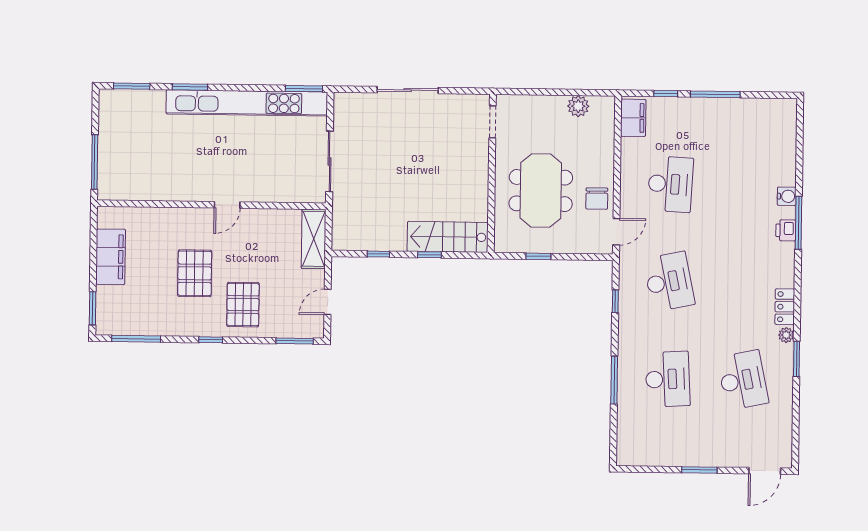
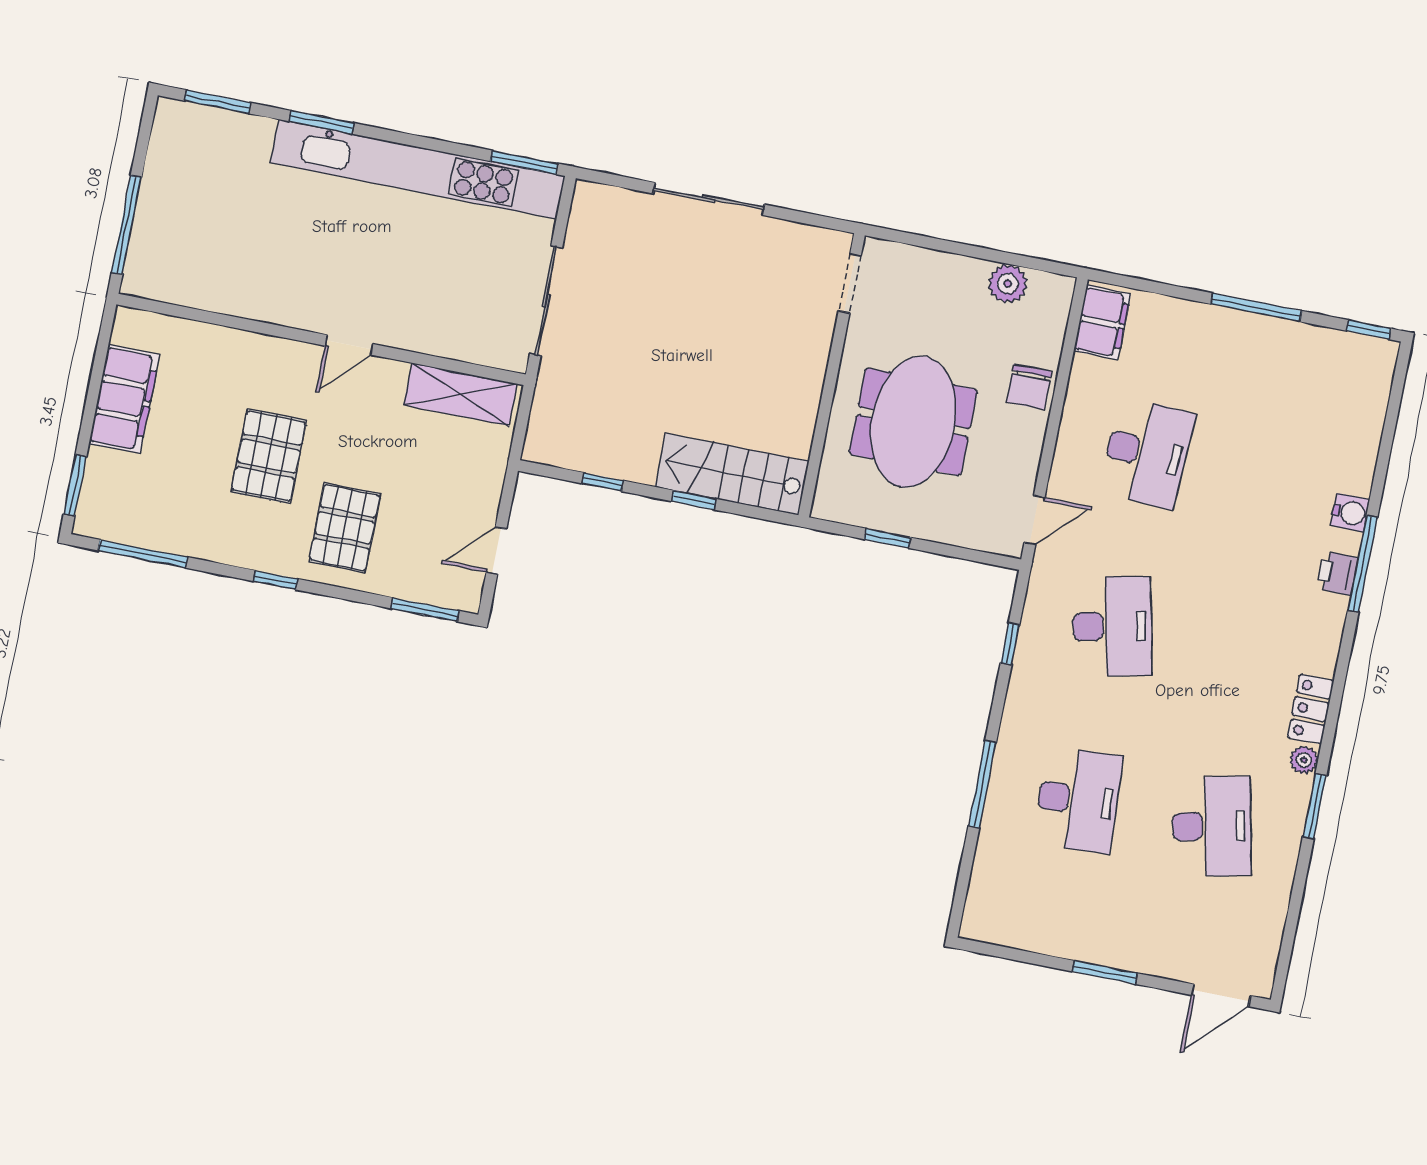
window: (666, 94) -> (1369, 330), moved
chair: (597, 199) -> (1029, 387), moved
shelving: (314, 239) -> (460, 394), moved, turned 90

